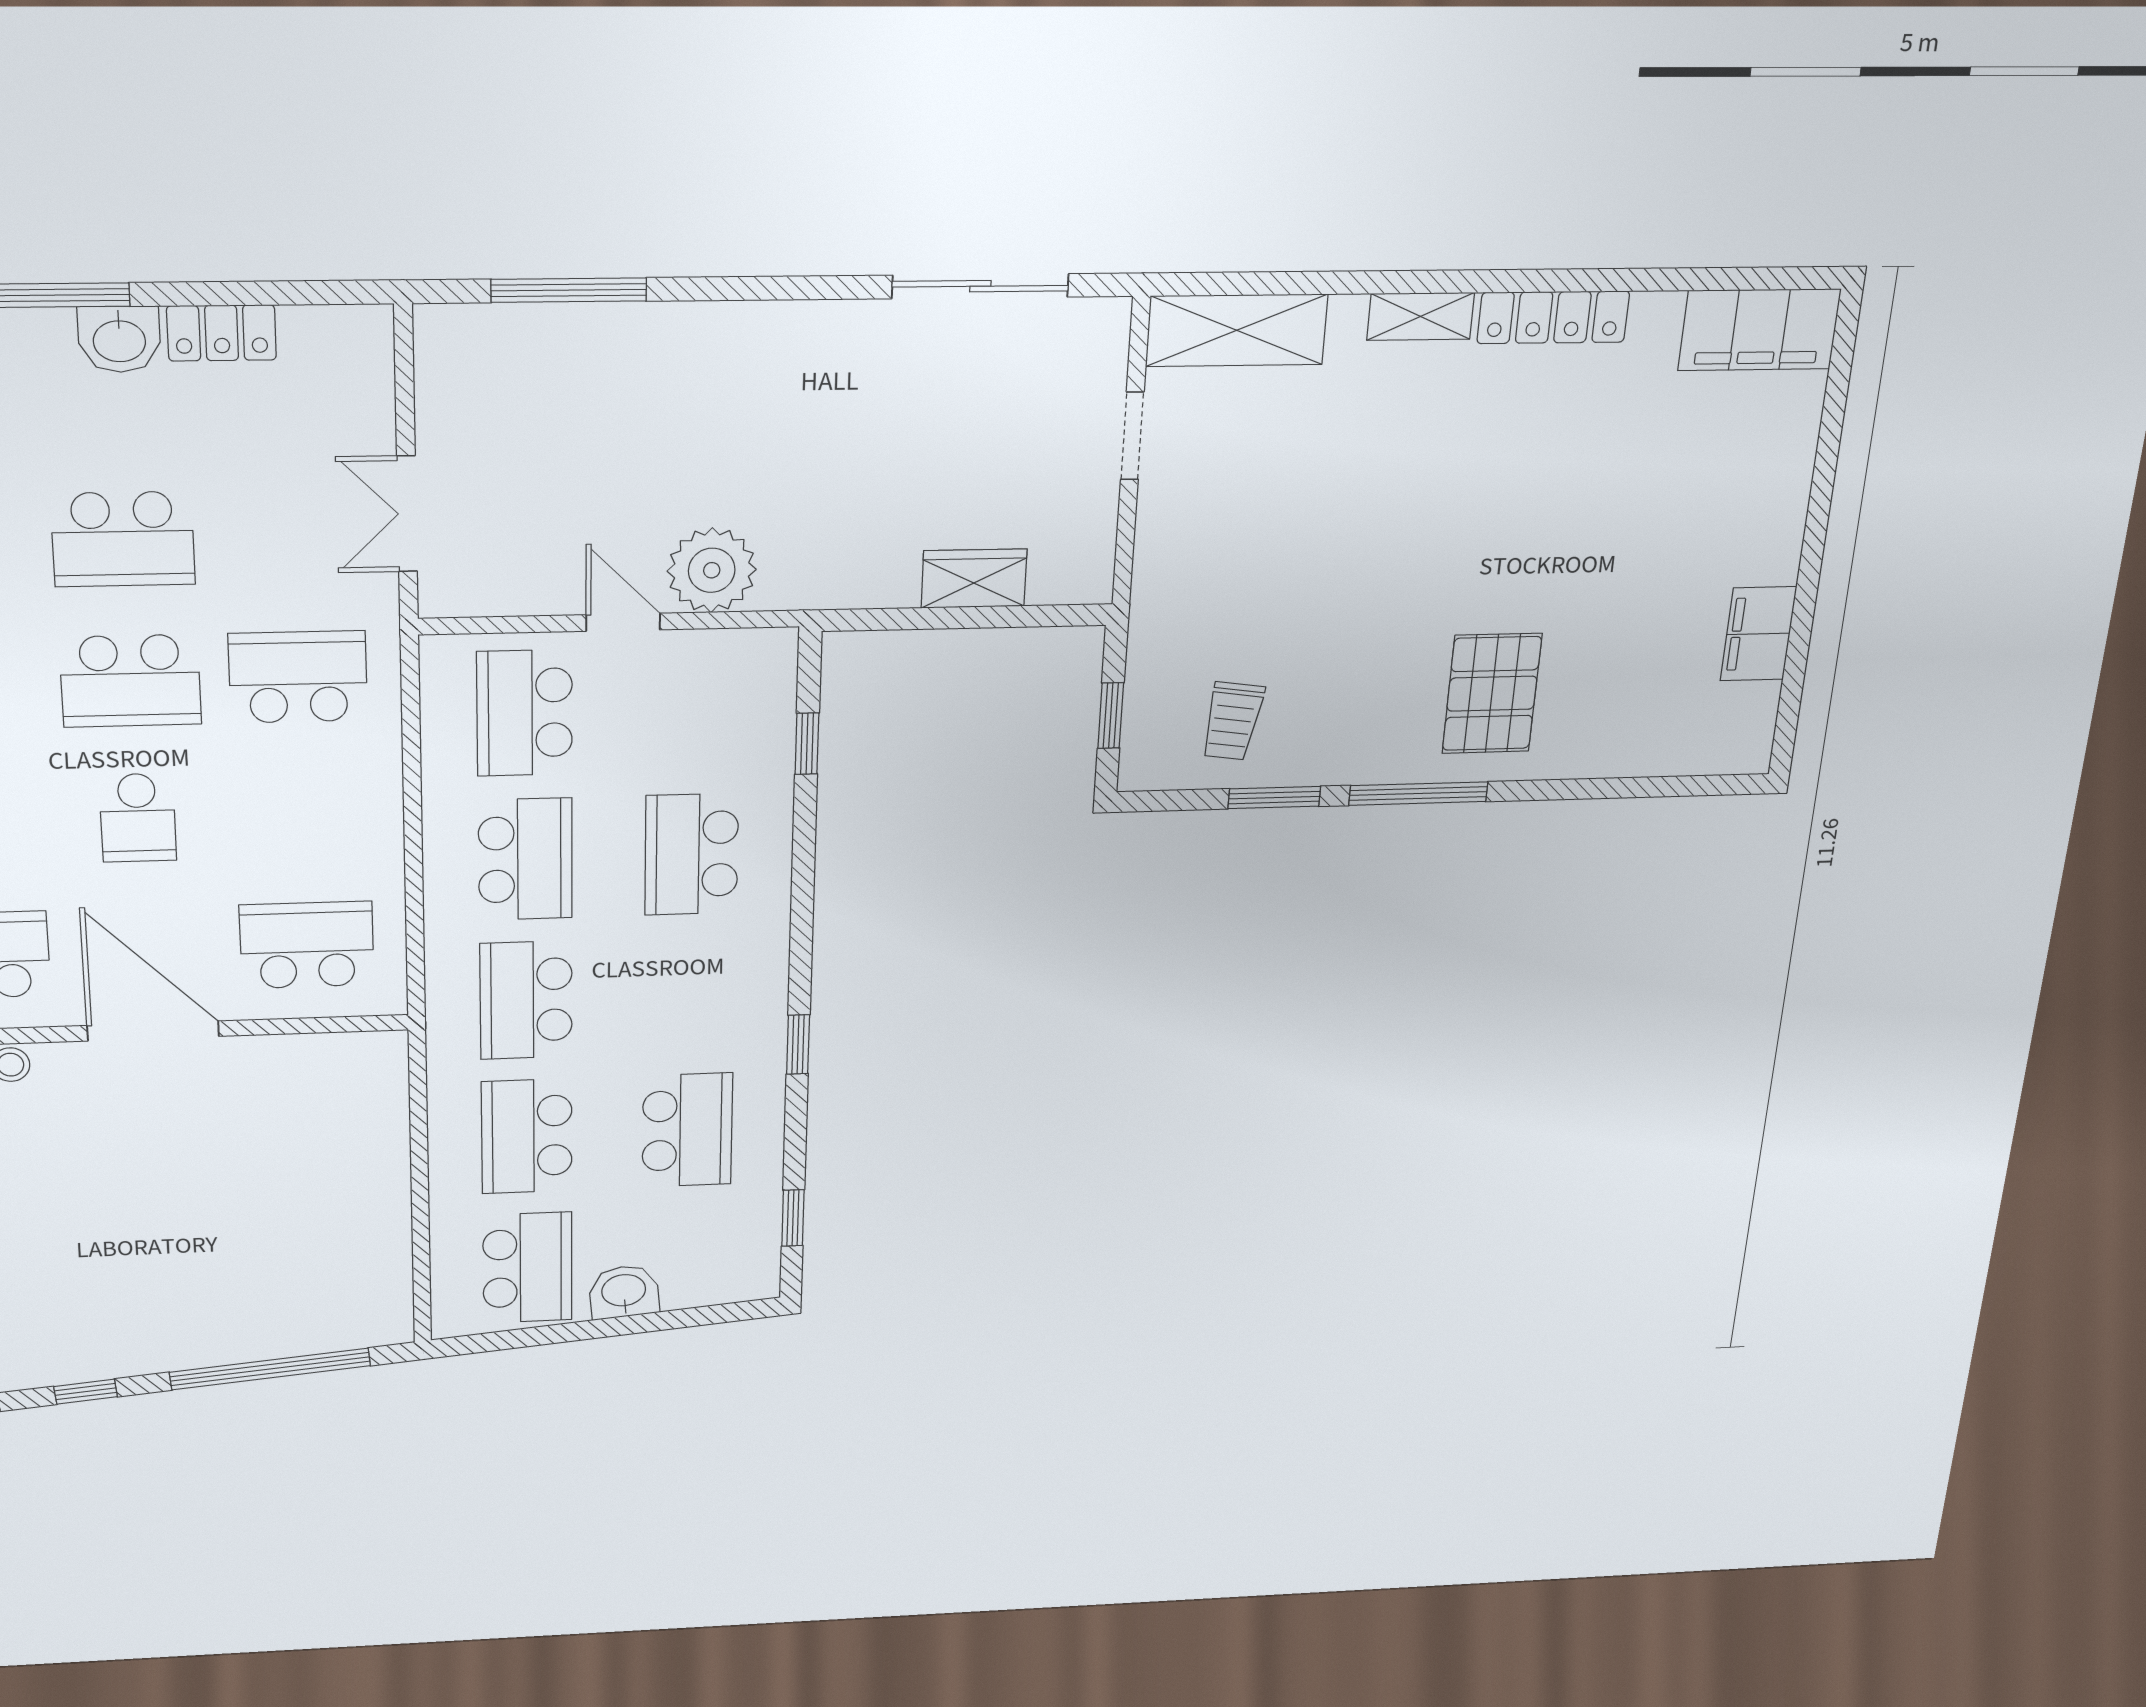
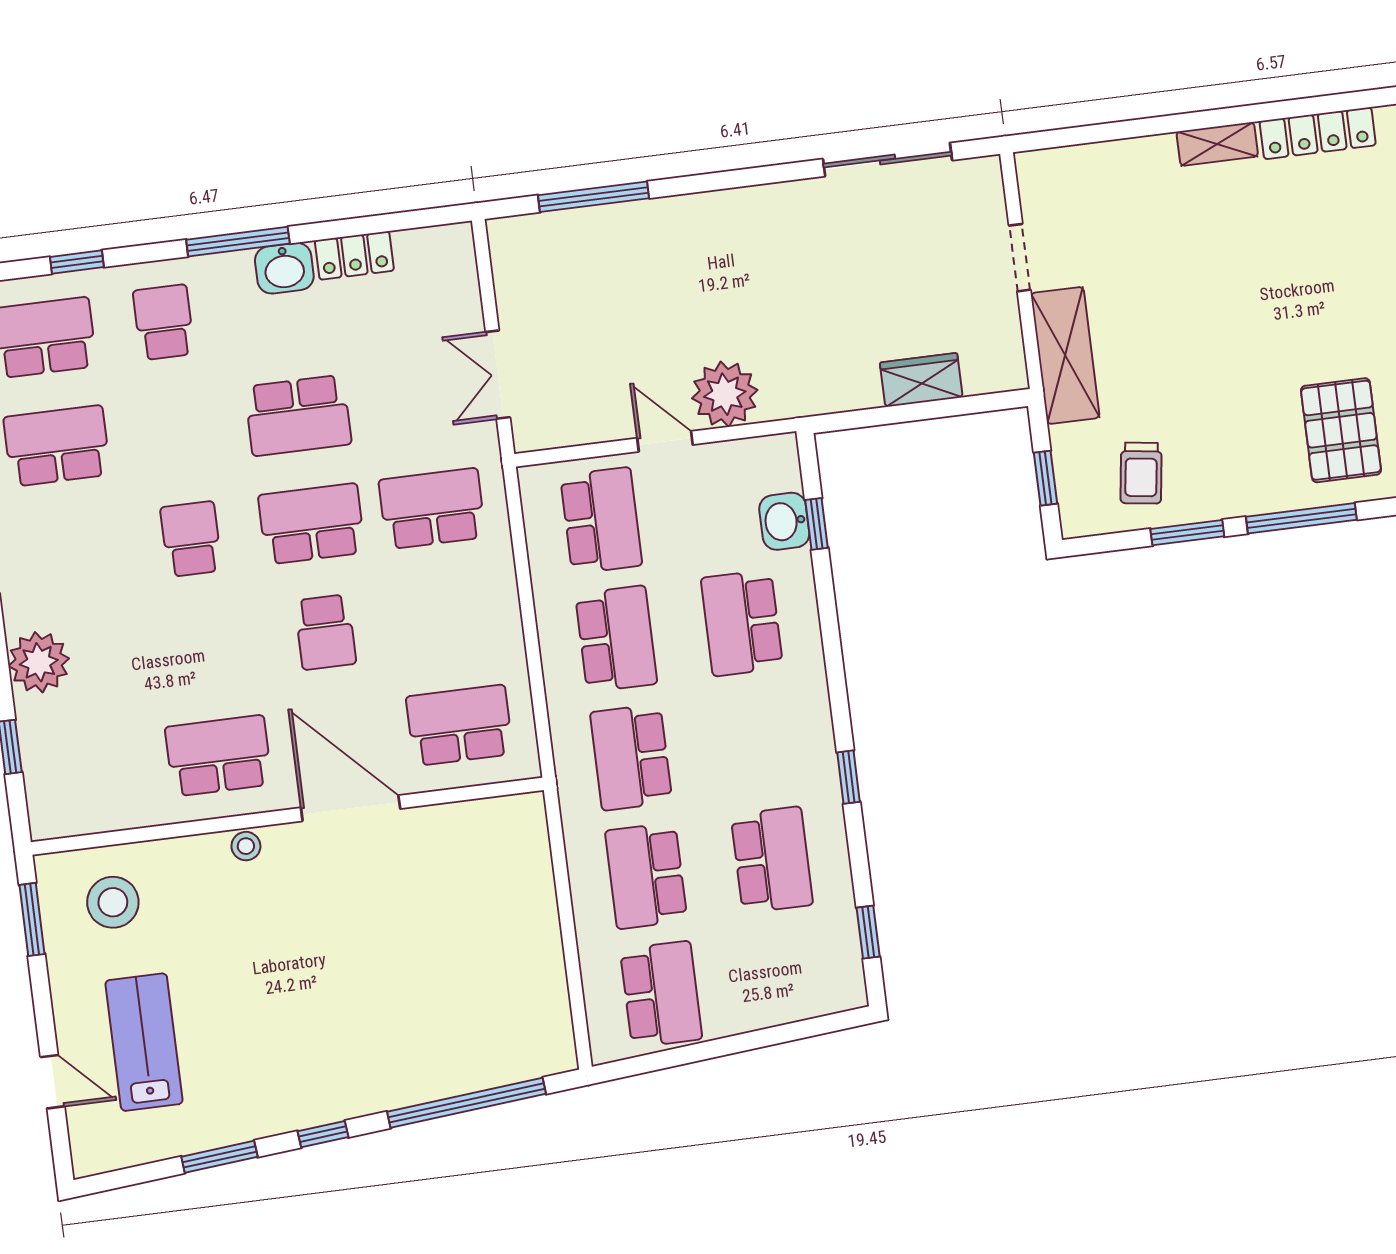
shelving: (1237, 330) -> (1065, 355), moved, turned 90
school desk: (130, 681) -> (312, 524), turned 180
school desk: (525, 713) -> (601, 520), turned 180
washbasin: (624, 1292) -> (784, 521), moved, turned -85

